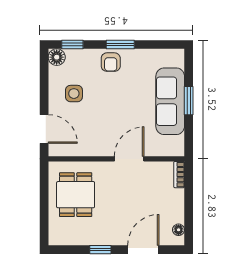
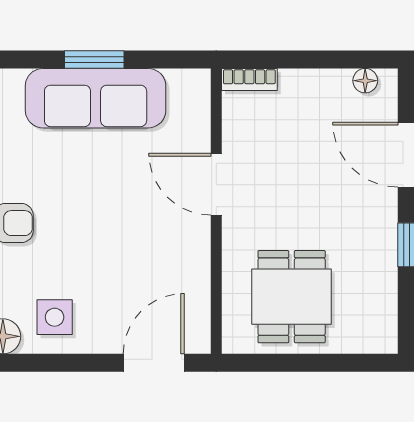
side table: (74, 94) -> (55, 317), moved
dining table: (76, 195) -> (292, 297), turned 90

